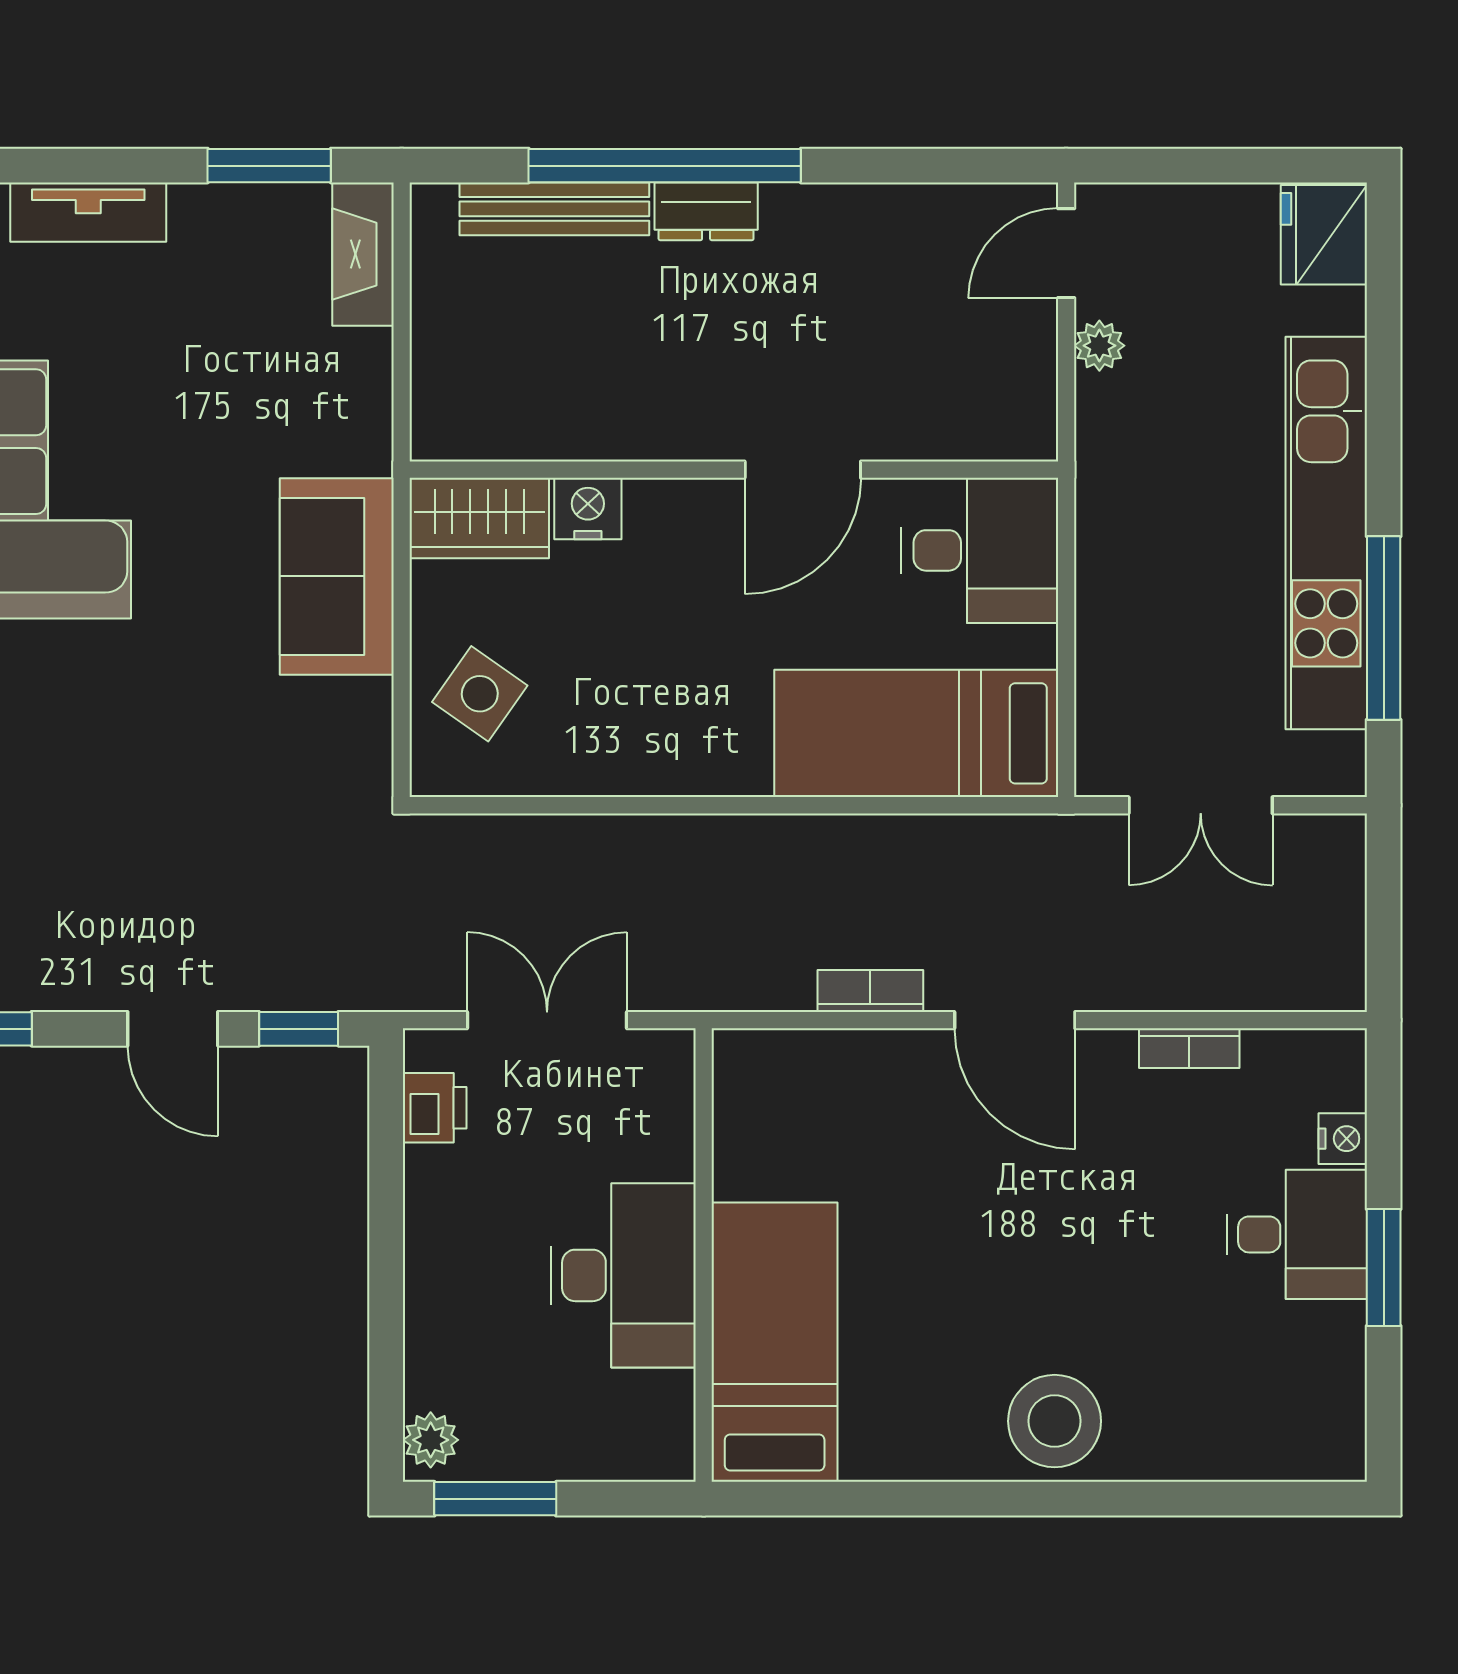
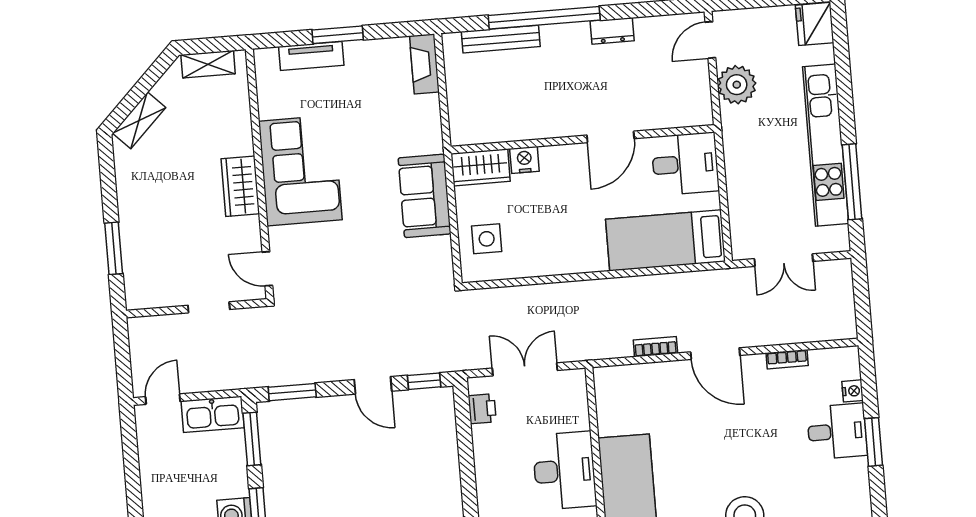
window: (269, 166) -> (338, 35), moved
dresser: (706, 211) -> (612, 31), moved
plant: (1099, 346) -> (737, 85), width x1.88, depth x1.88
side table: (480, 694) -> (487, 239), turned -35

